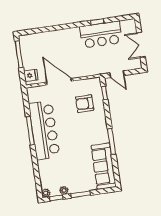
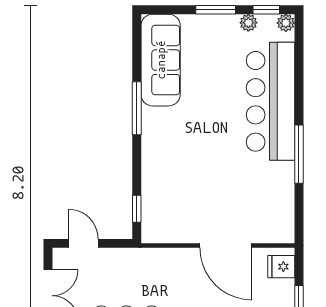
door: (117, 74) -> (83, 243), moved
armchair: (85, 104) -> (180, 193), removed
bar counter: (44, 130) -> (271, 101), moved

